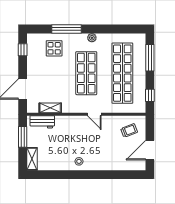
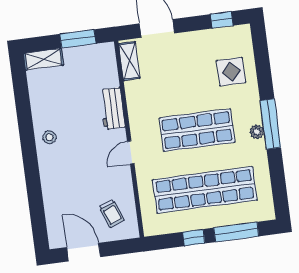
window: (67, 29) -> (270, 124), moved
window: (150, 95) -> (194, 238), moved
shelving: (50, 108) -> (129, 61), moved
workbench: (42, 122) -> (112, 108), moved

